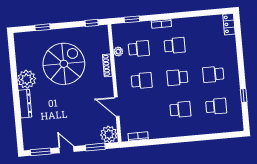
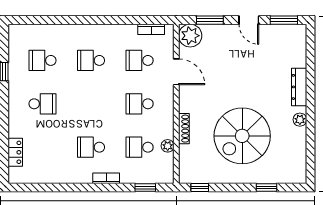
locker: (229, 24) -> (15, 152), moved
school desk: (177, 77) -> (140, 60), moved, turned 180
plant: (27, 79) -> (300, 120), width x0.53, depth x0.53

